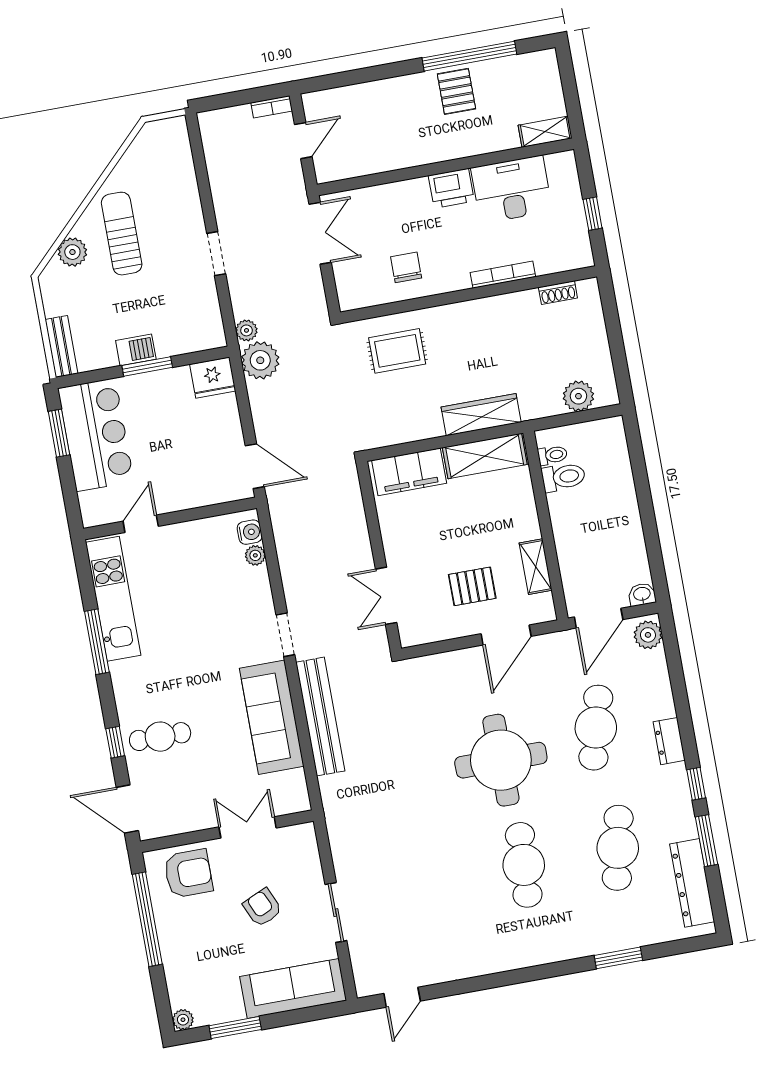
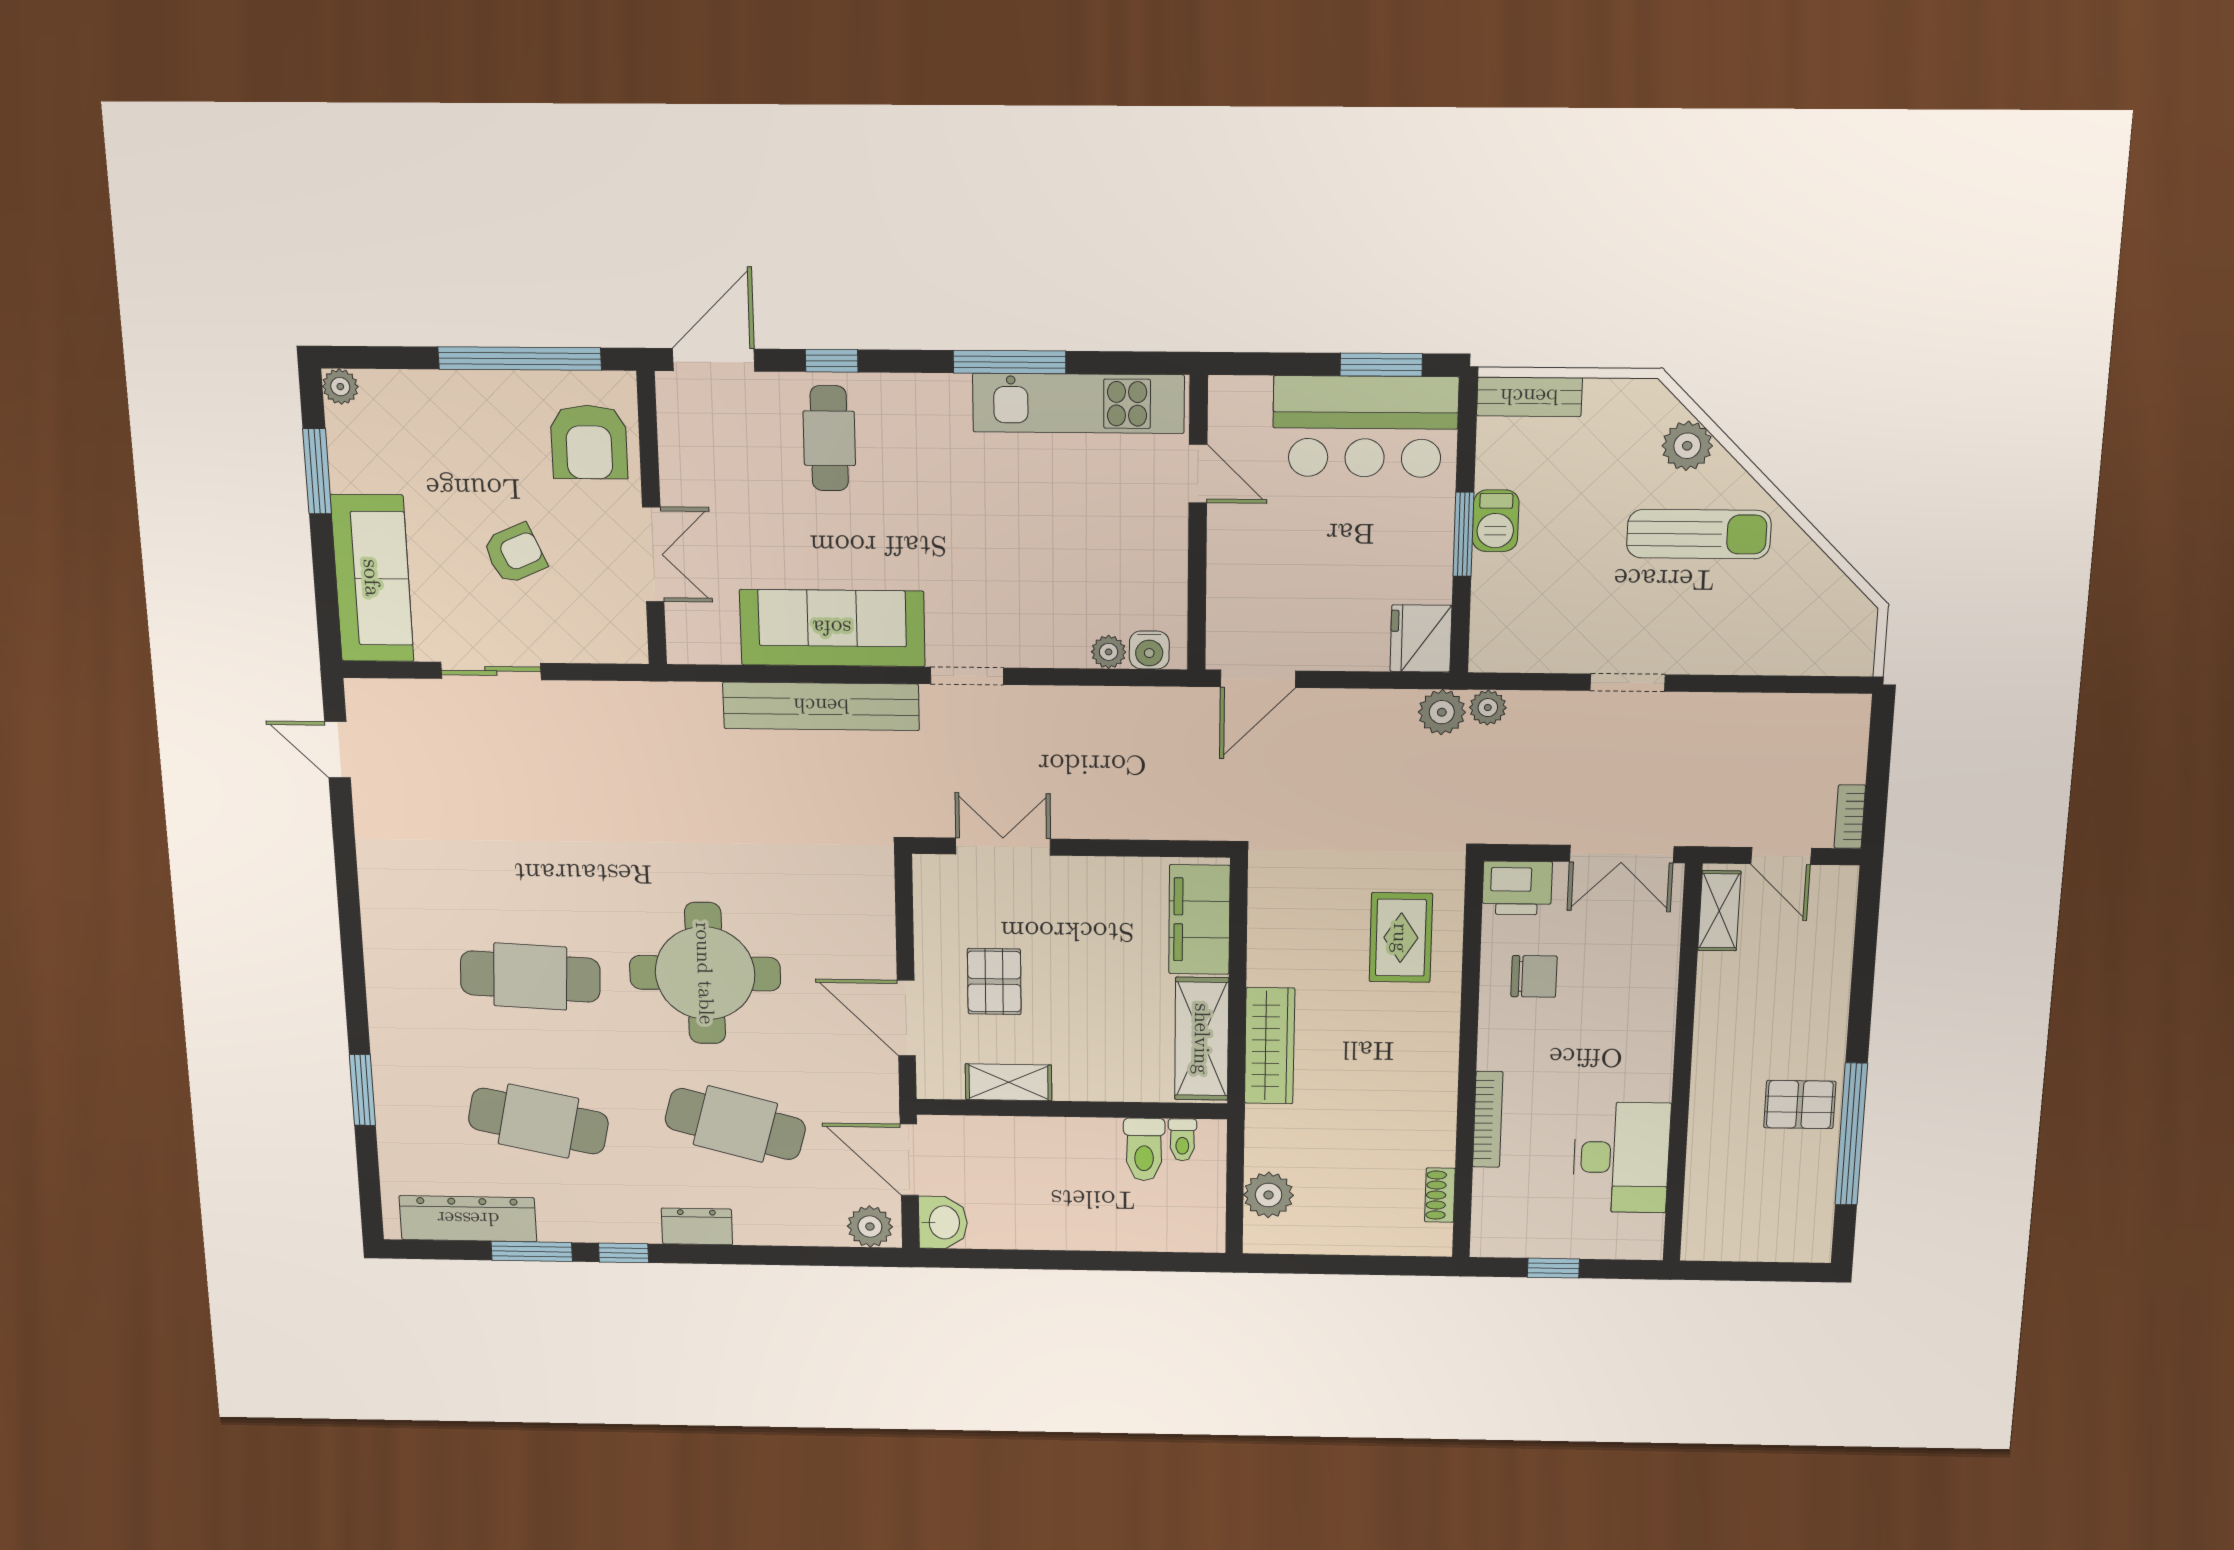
shelving: (545, 132) -> (1719, 911), moved
printer: (451, 188) -> (1517, 888), moved, turned -90
plant: (260, 360) -> (1442, 712), width x0.73, depth x0.73
washbasin: (642, 594) -> (943, 1222), width x1.38, depth x1.45

